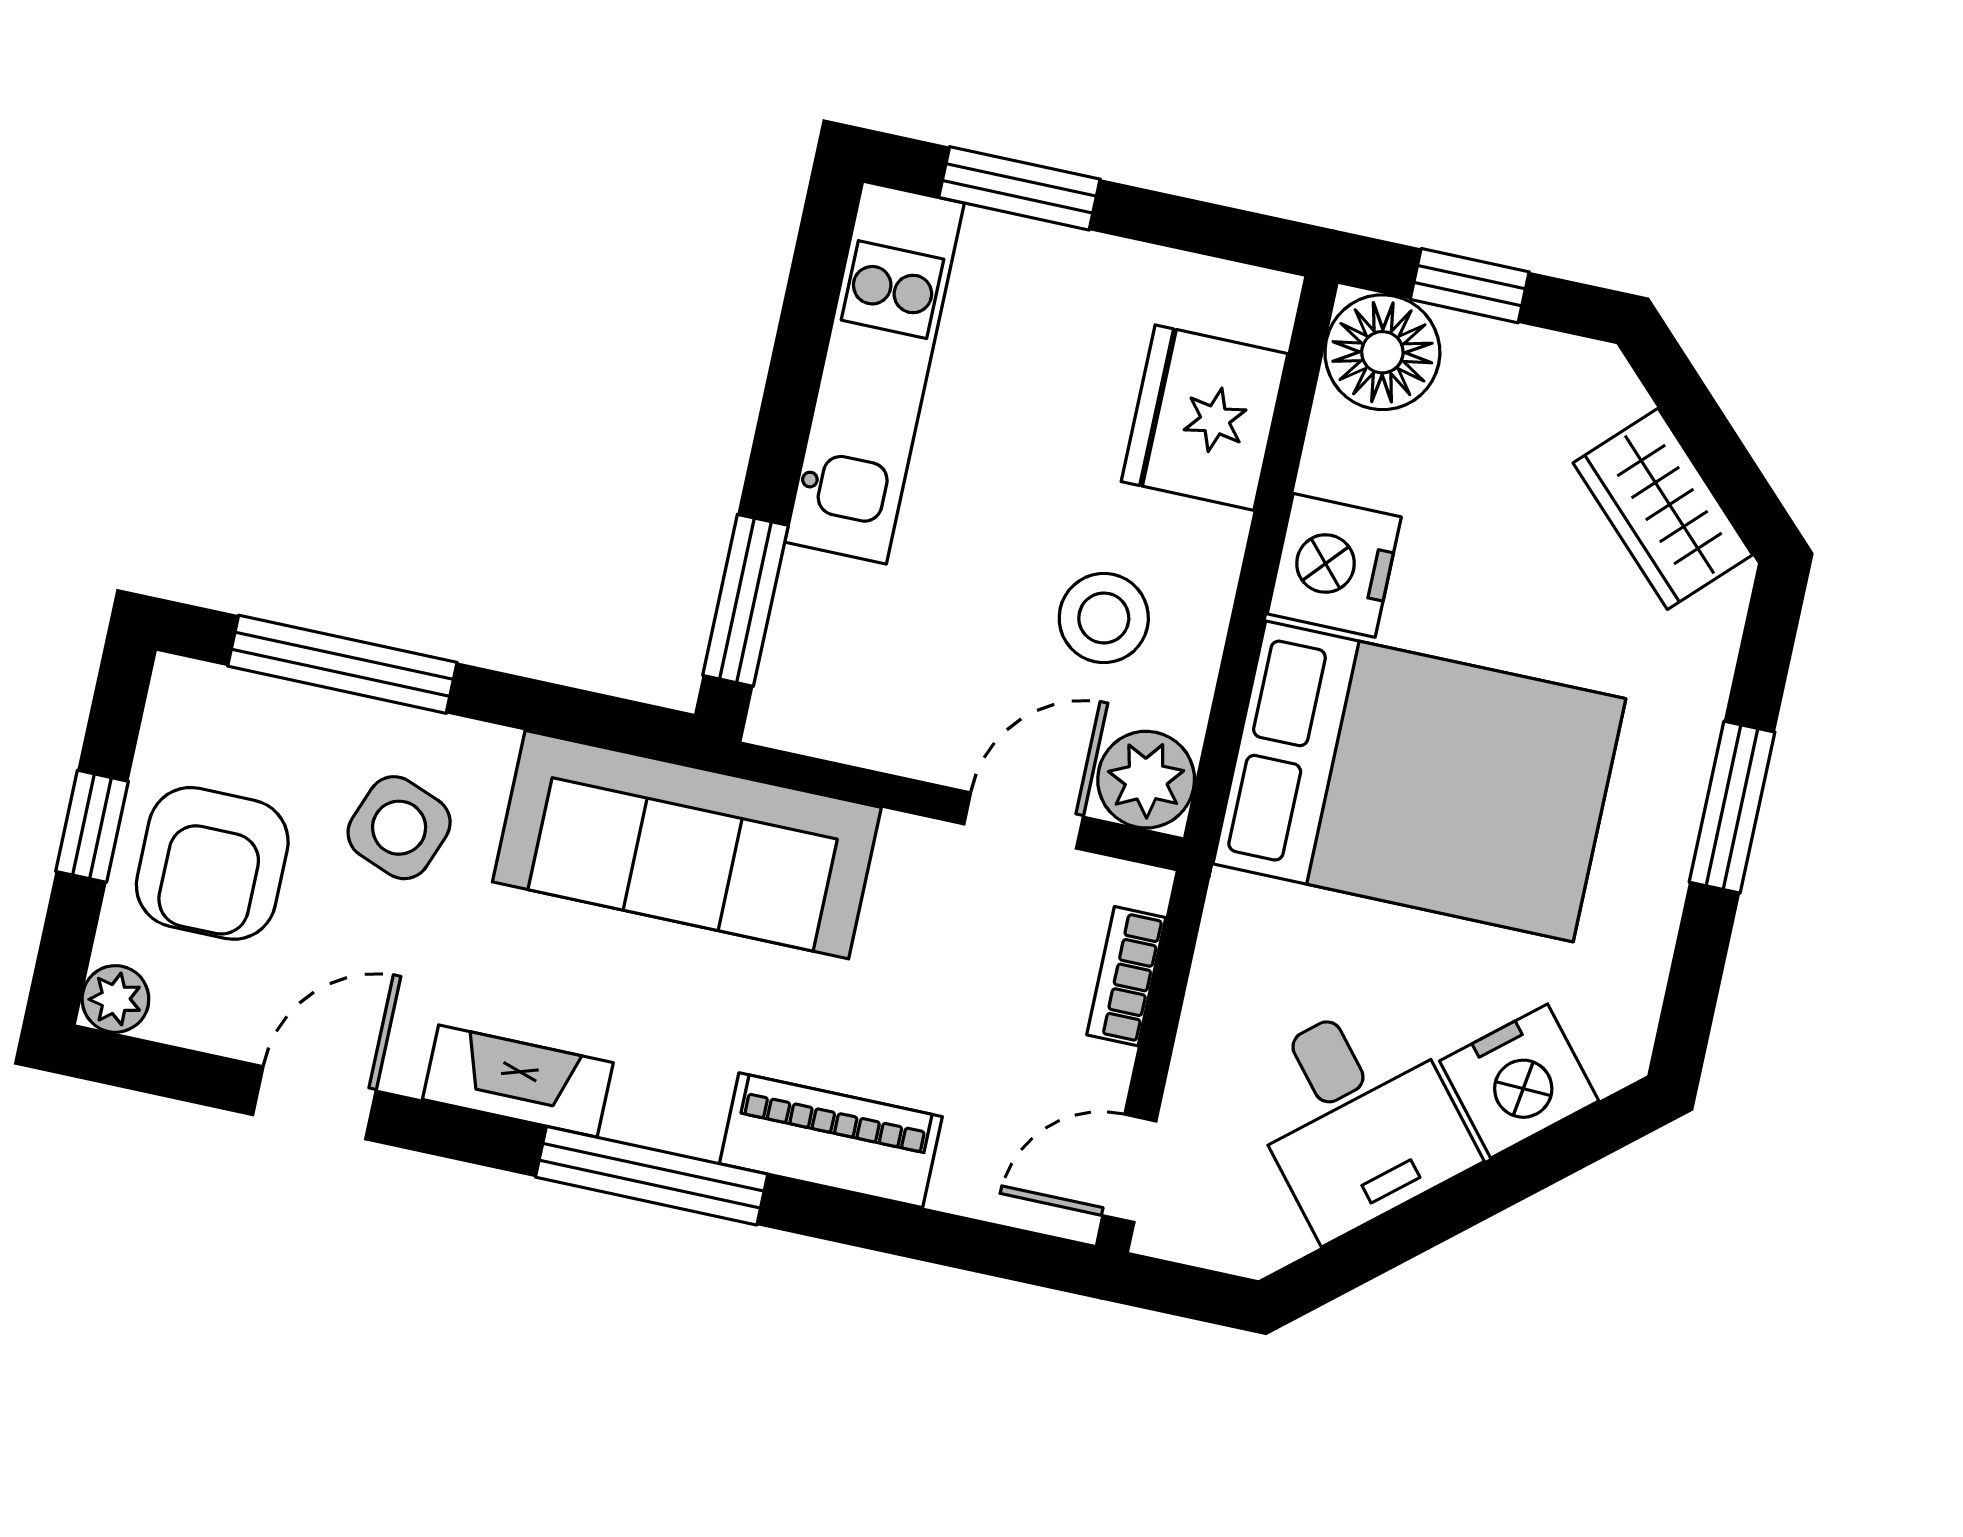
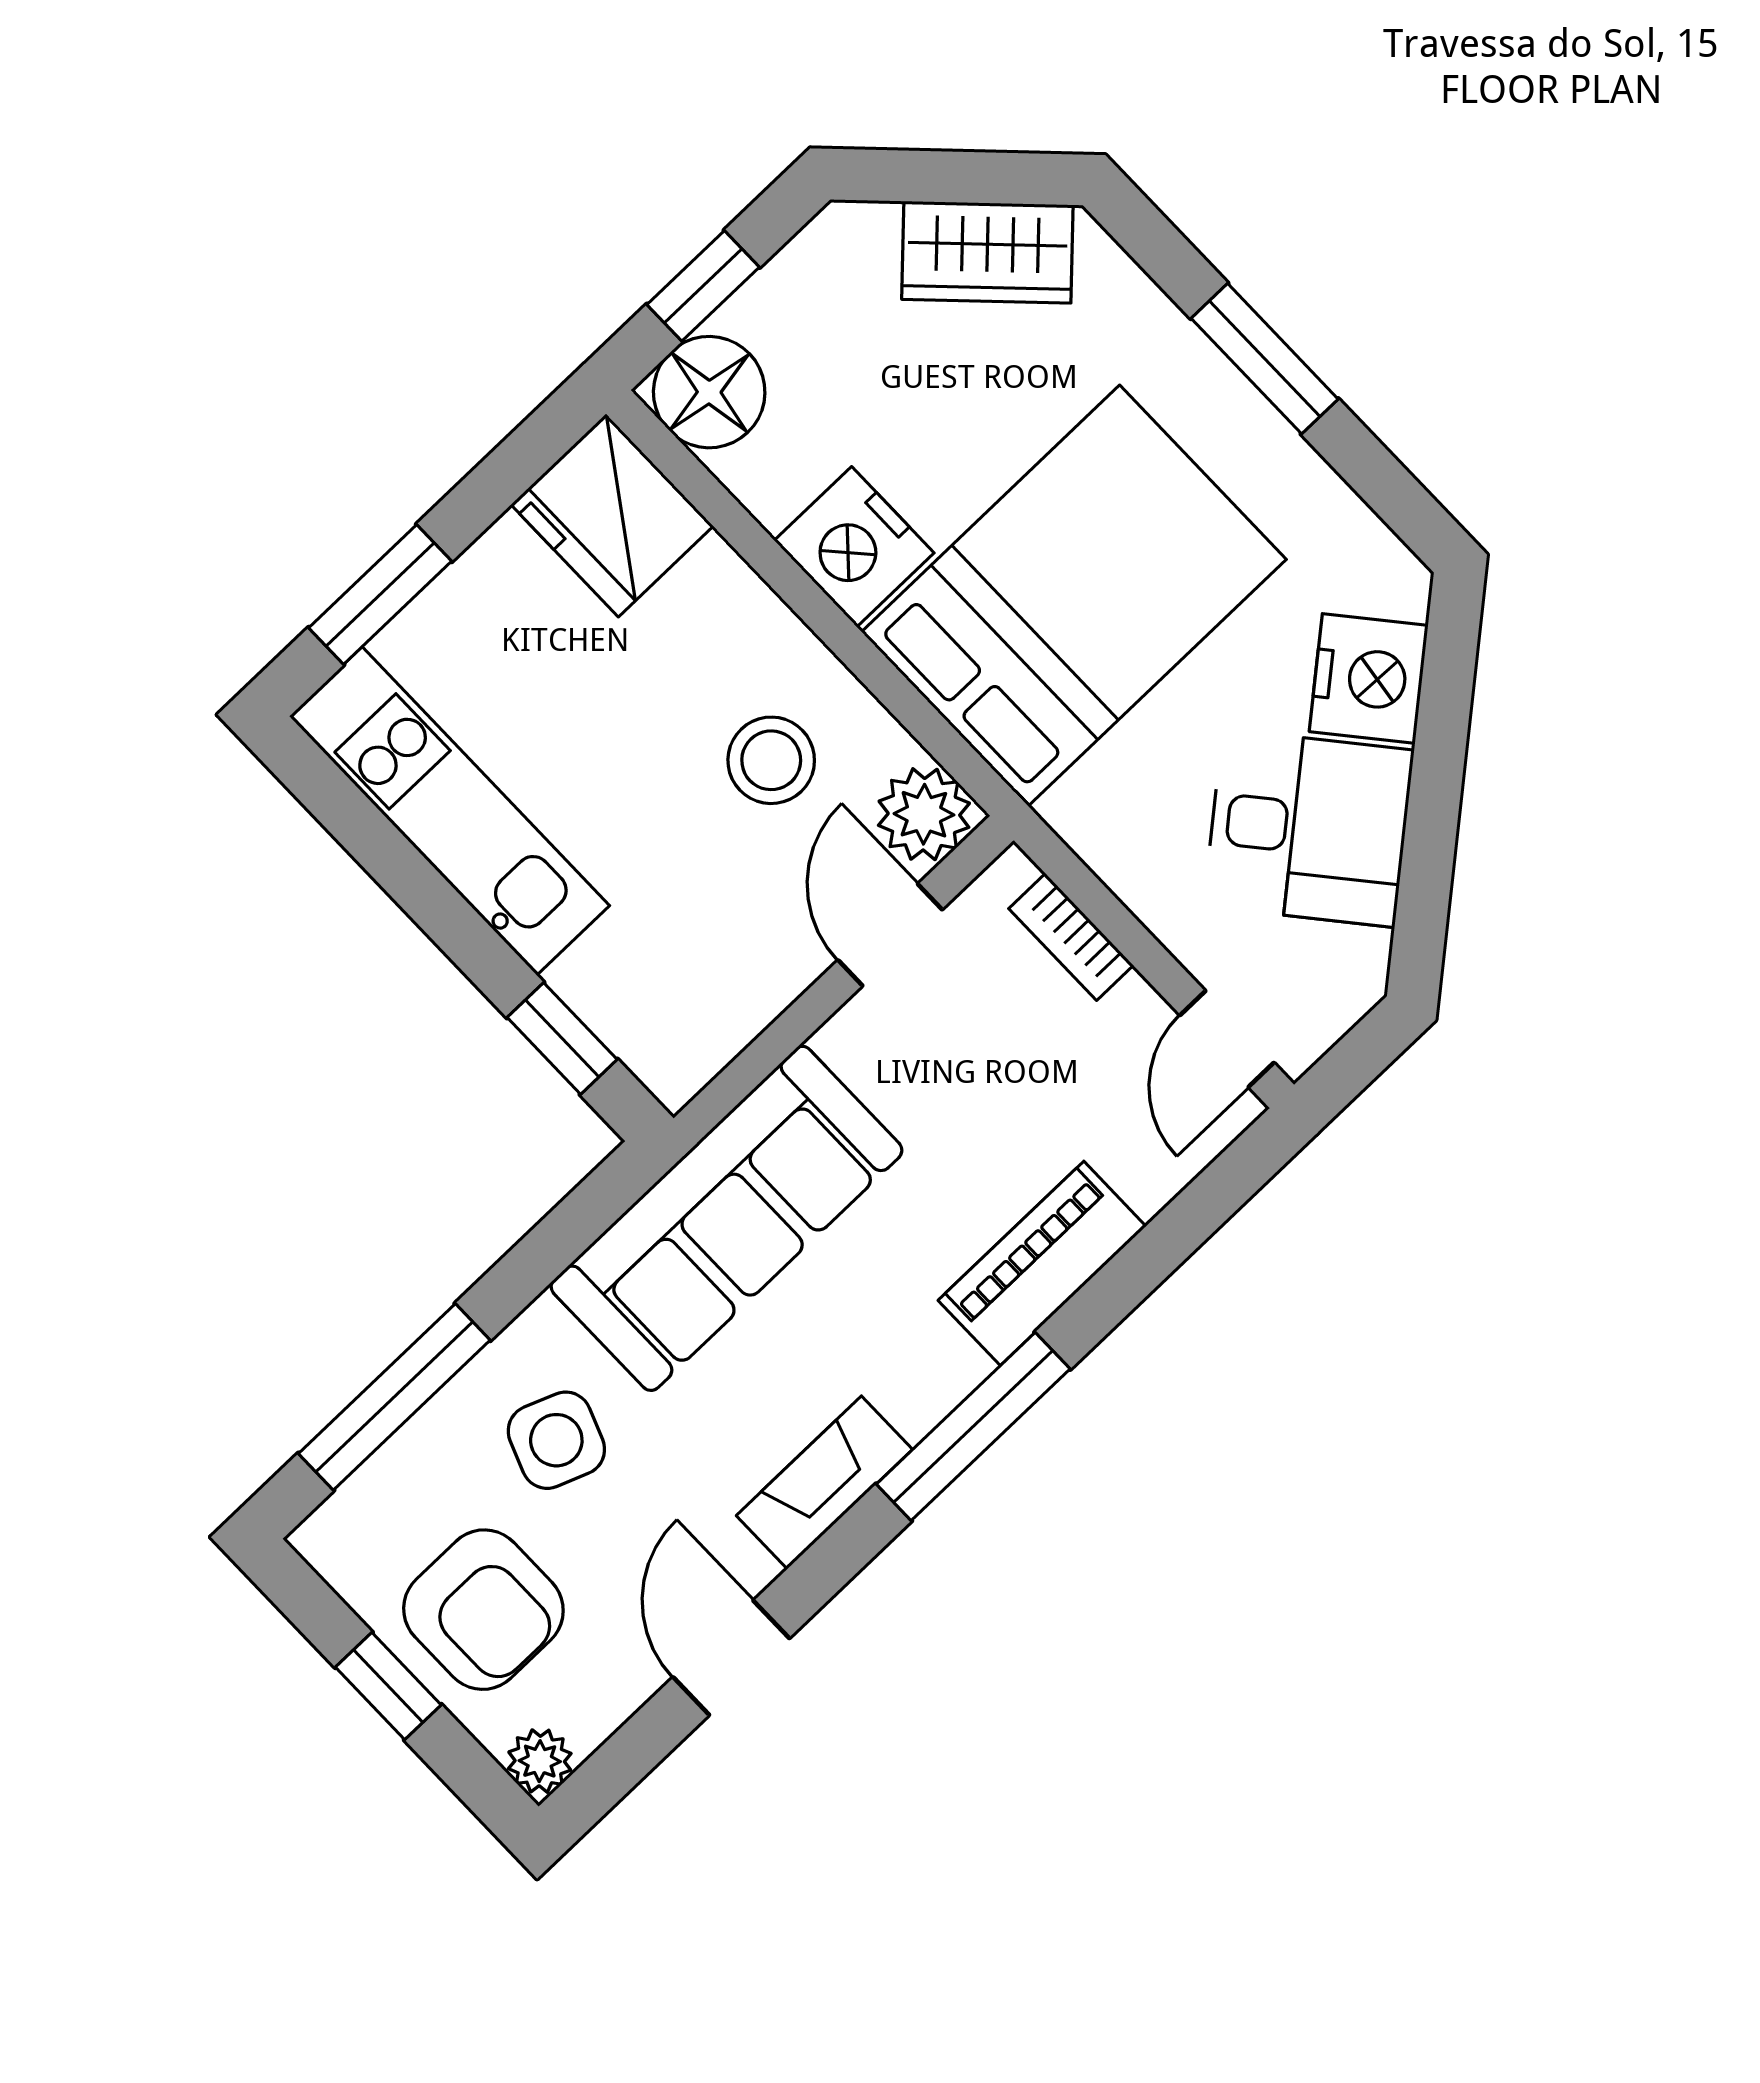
fridge: (1204, 418) -> (612, 515), moved
window: (745, 600) -> (562, 1038), width x0.67

